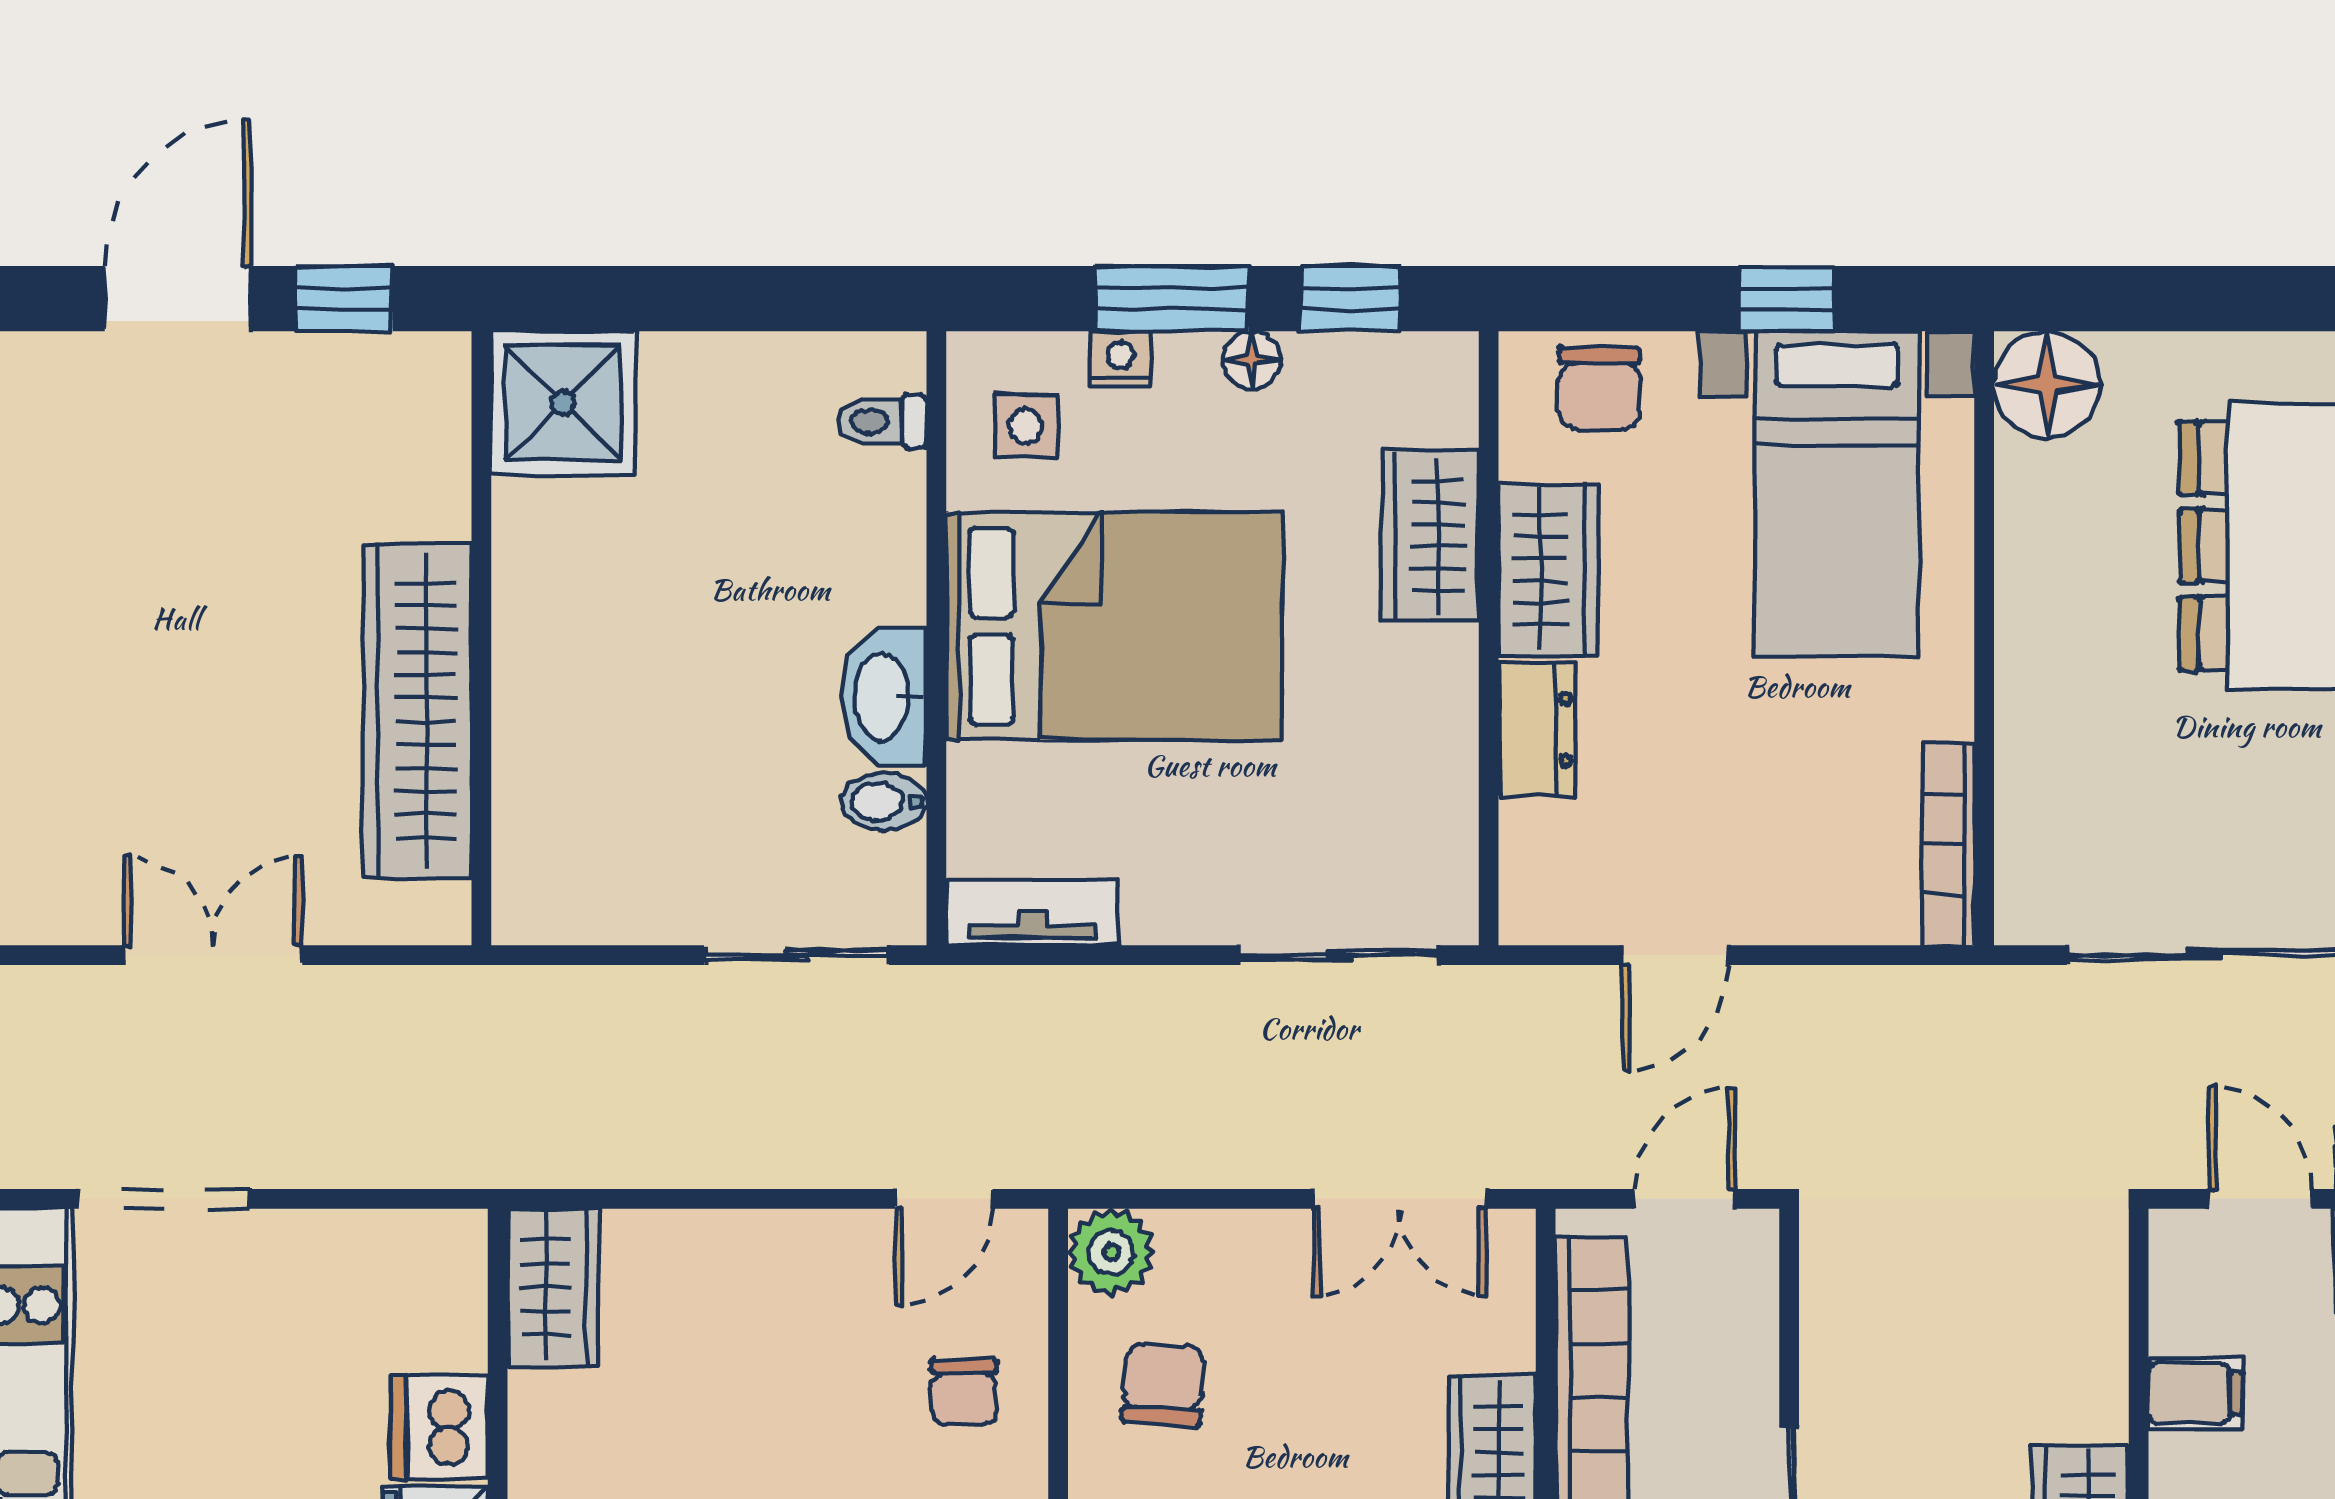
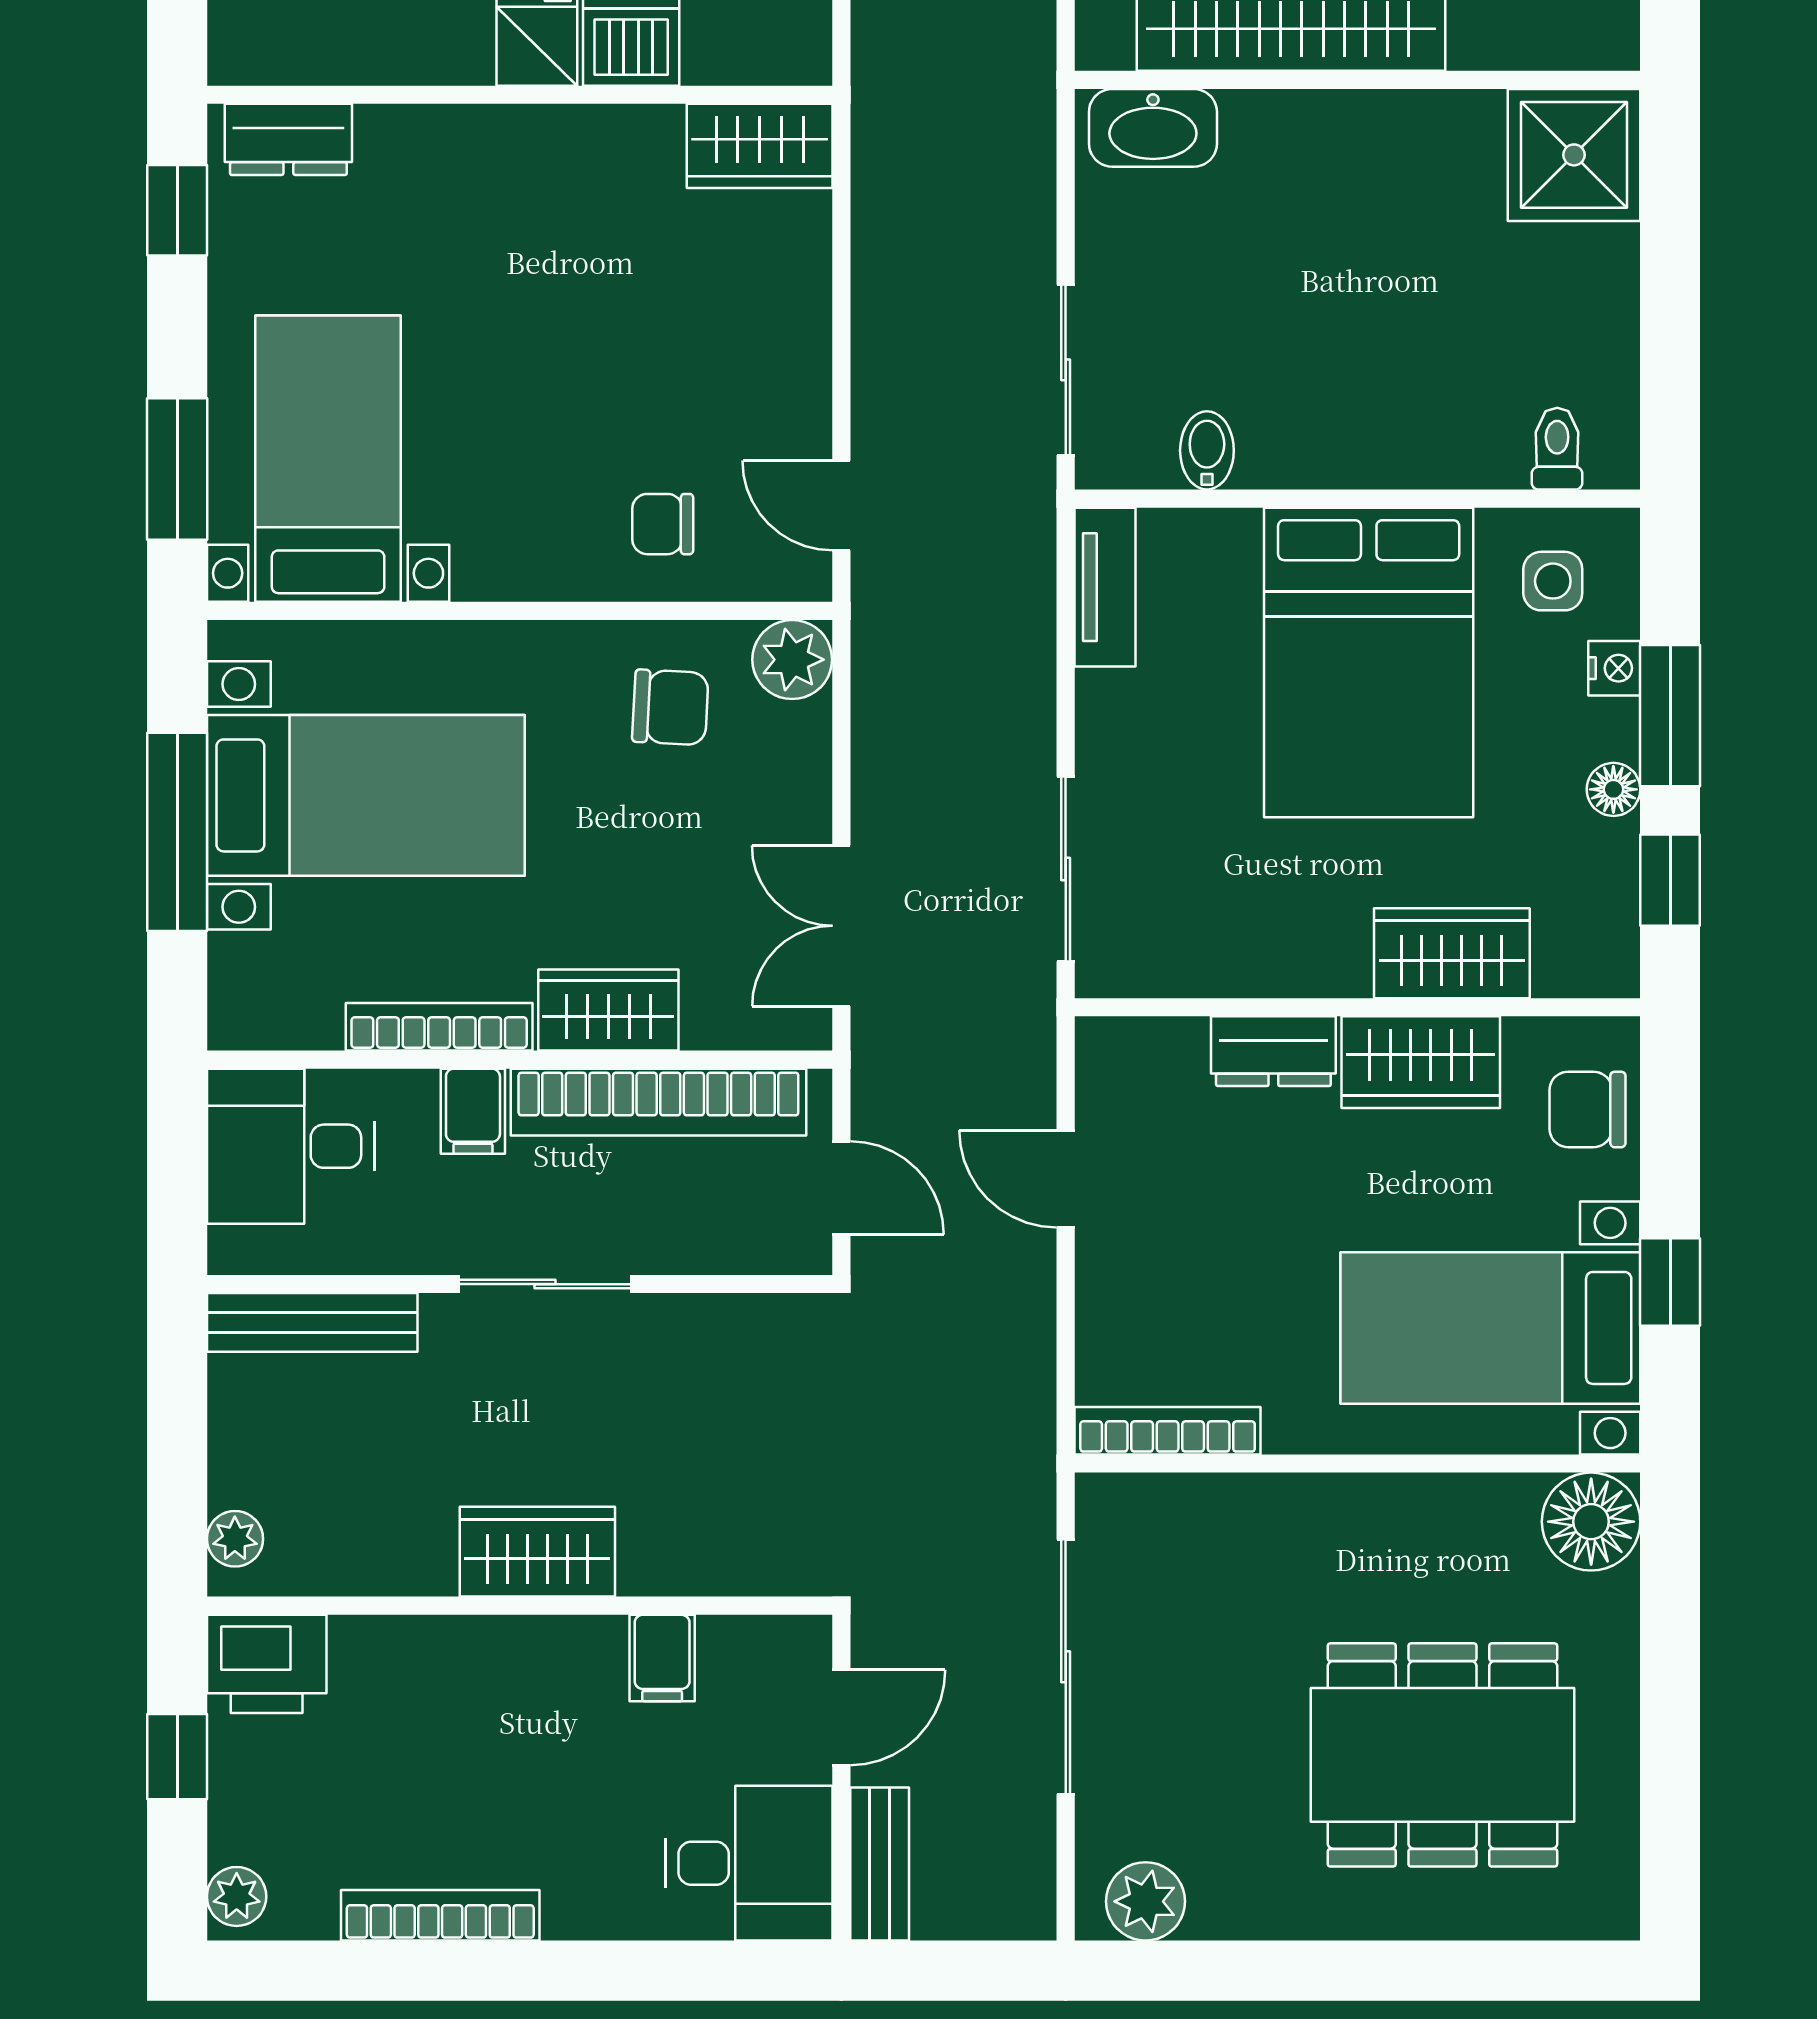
washbasin: (884, 697) -> (1153, 128), moved, turned 180

